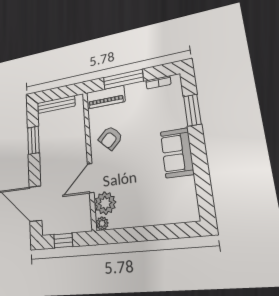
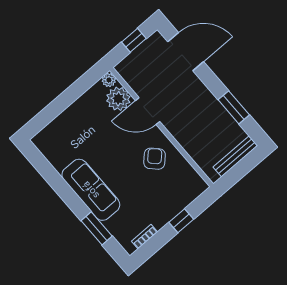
window: (123, 79) -> (181, 221), width x0.46
piano: (105, 97) -> (187, 194), removed
sofa: (177, 153) -> (91, 190), width x1.36
door: (91, 178) -> (148, 111), swing flipped

